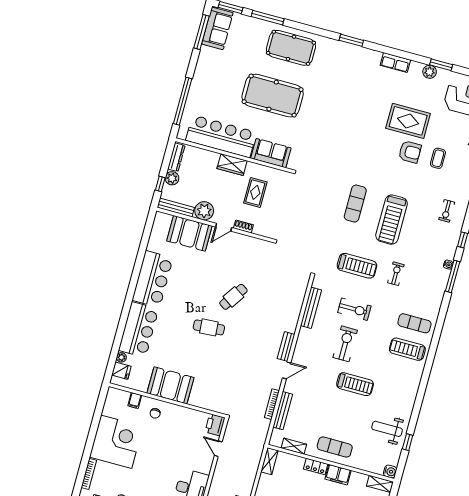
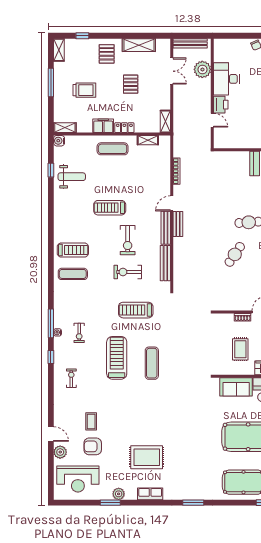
rug: (408, 121) -> (147, 457), moved
armchair: (410, 152) -> (93, 446), moved
exercise bike: (396, 274) -> (79, 333), moved
bench: (283, 411) -> (166, 228), moved
printer: (215, 425) -> (221, 105), moved

